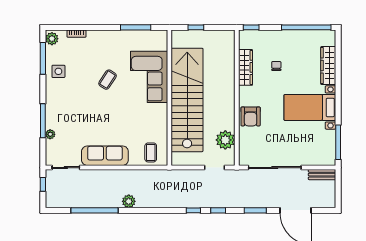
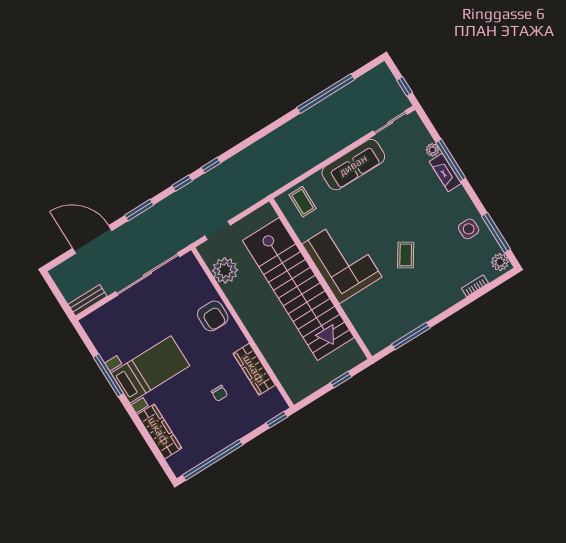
corner sofa: (149, 77) -> (342, 260), moved
fireplace: (51, 115) -> (445, 172), added
armchair: (251, 116) -> (213, 316), turned 180
window: (338, 142) -> (108, 375), moved
plant: (129, 201) -> (293, 129), removed

